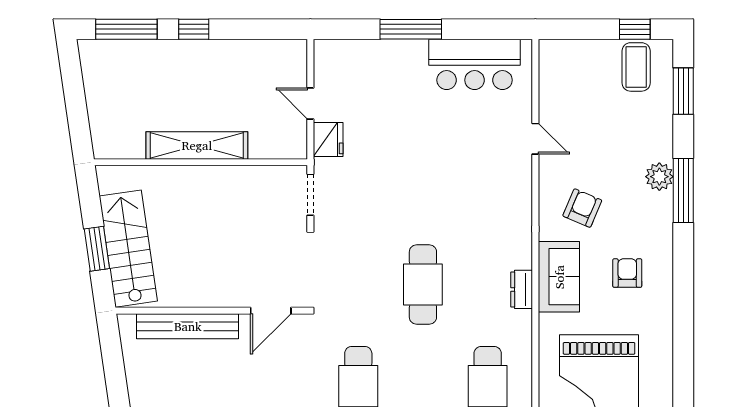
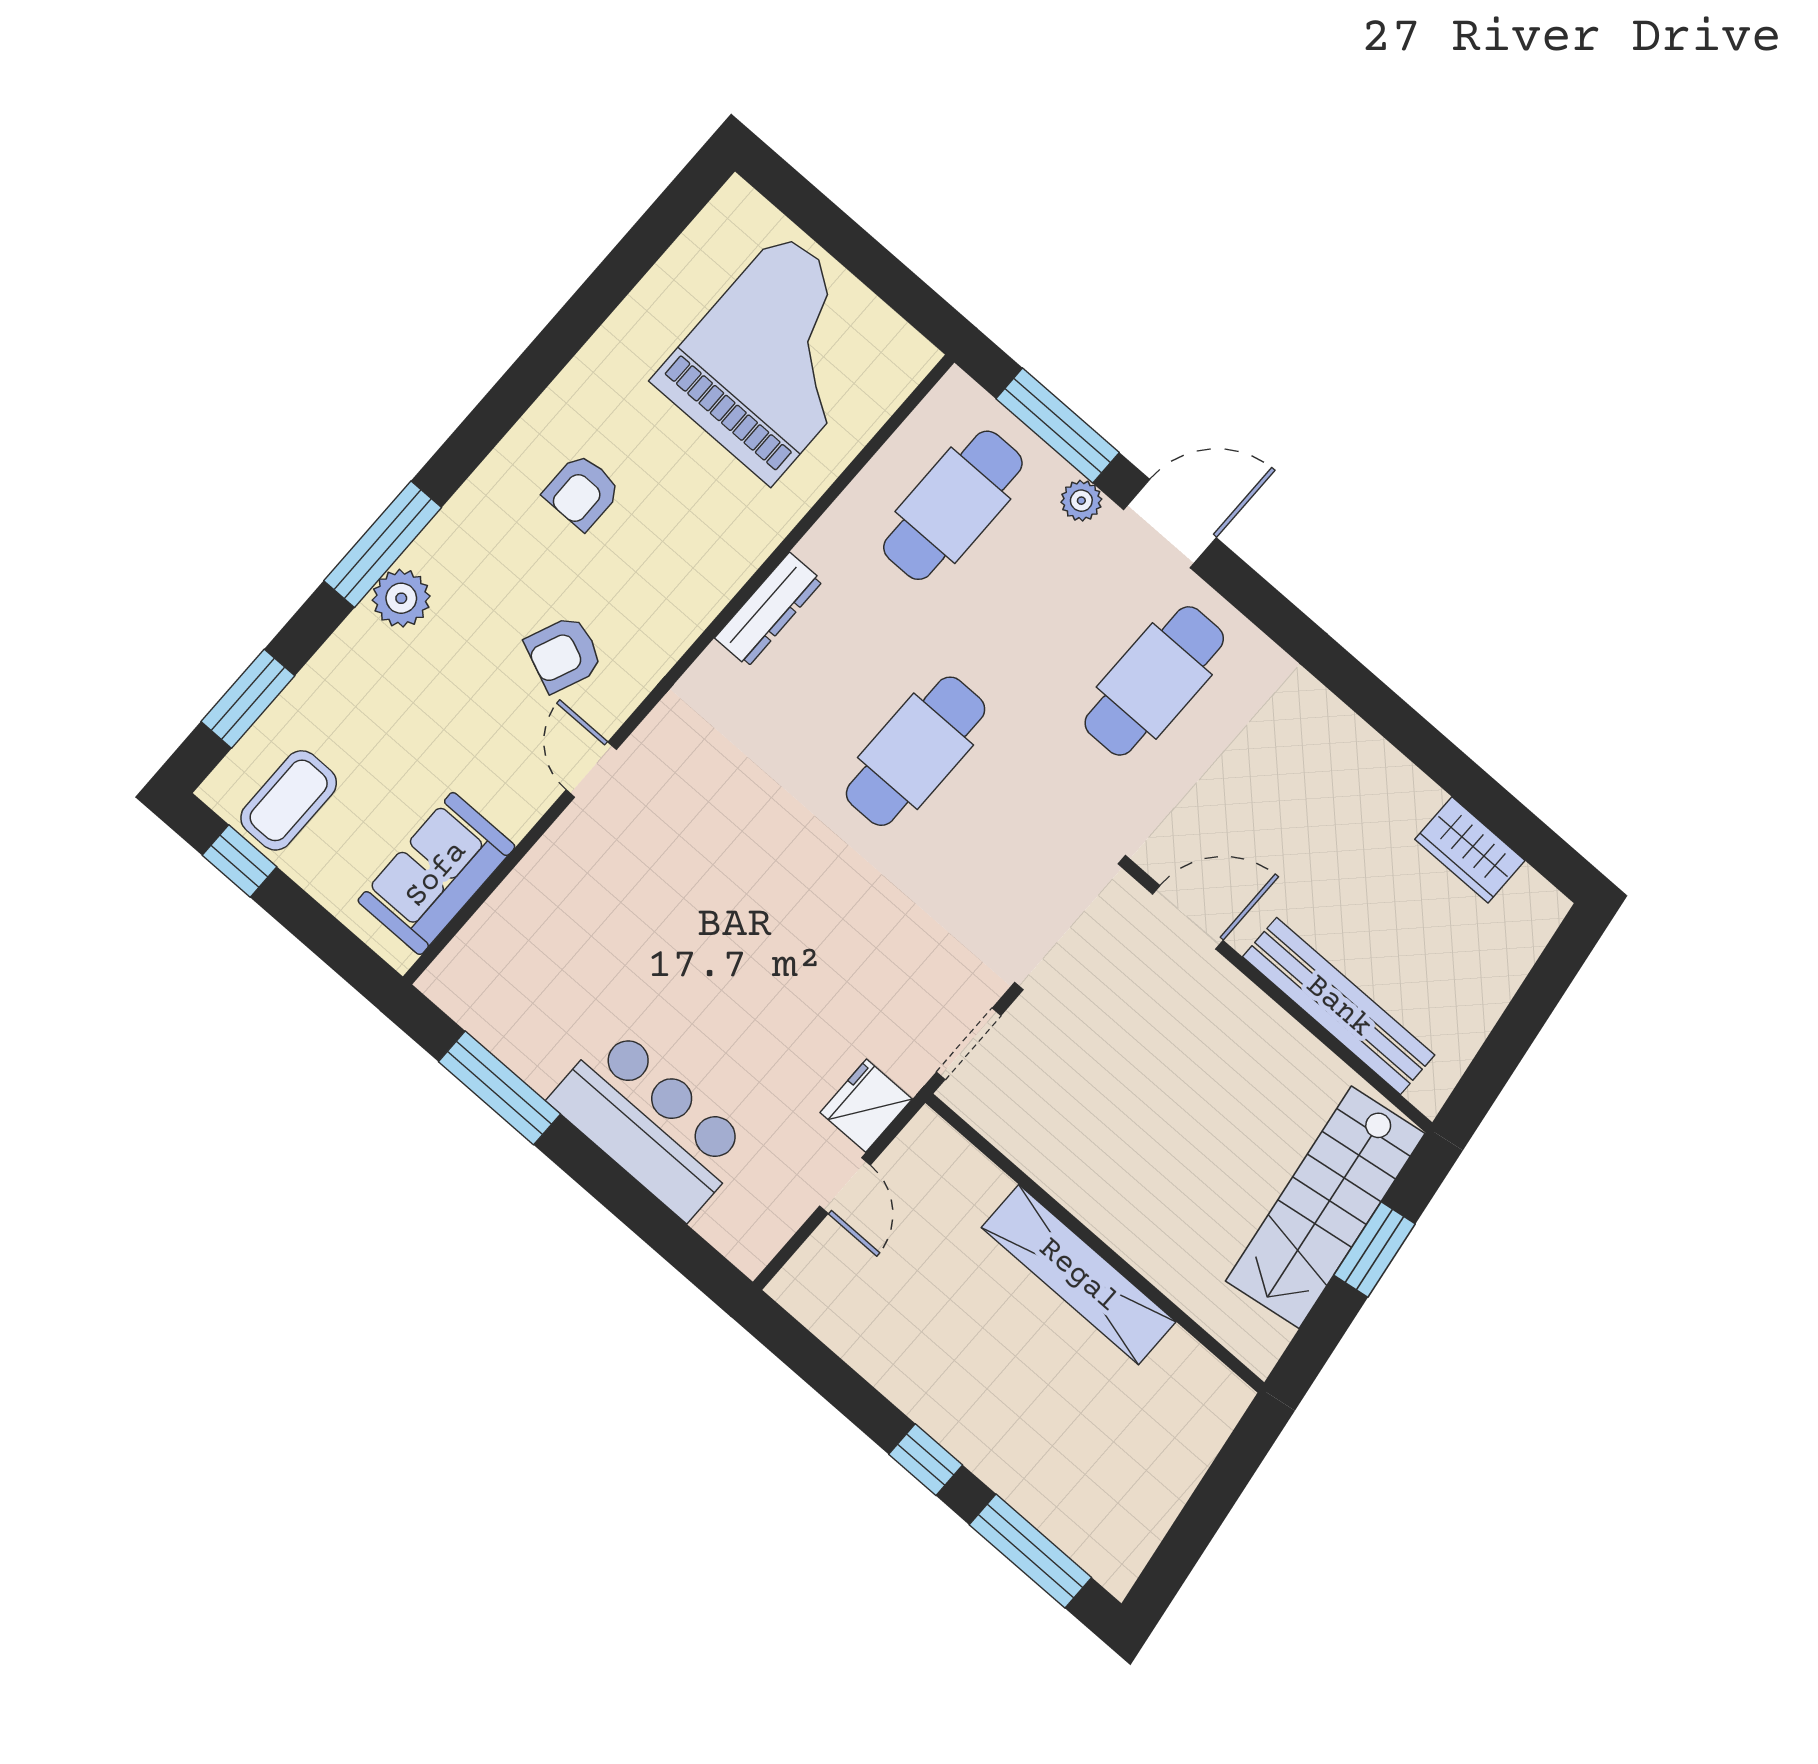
window: (411, 29) -> (499, 1088), moved
bar counter: (475, 64) -> (650, 1123), moved
door: (535, 139) -> (591, 770), moved
sofa: (559, 277) -> (436, 874), moved
dresser: (522, 289) -> (769, 610), width x1.44

